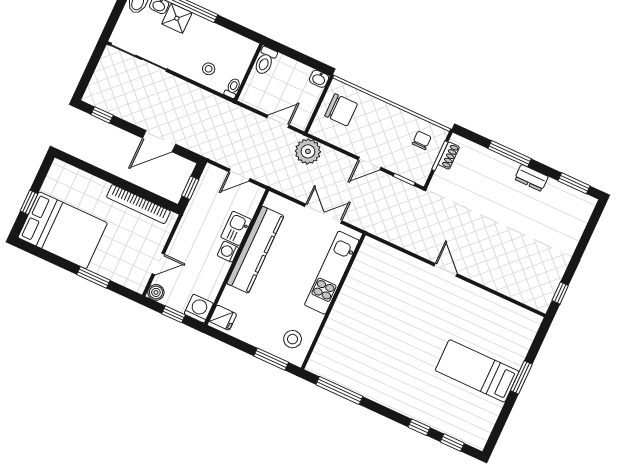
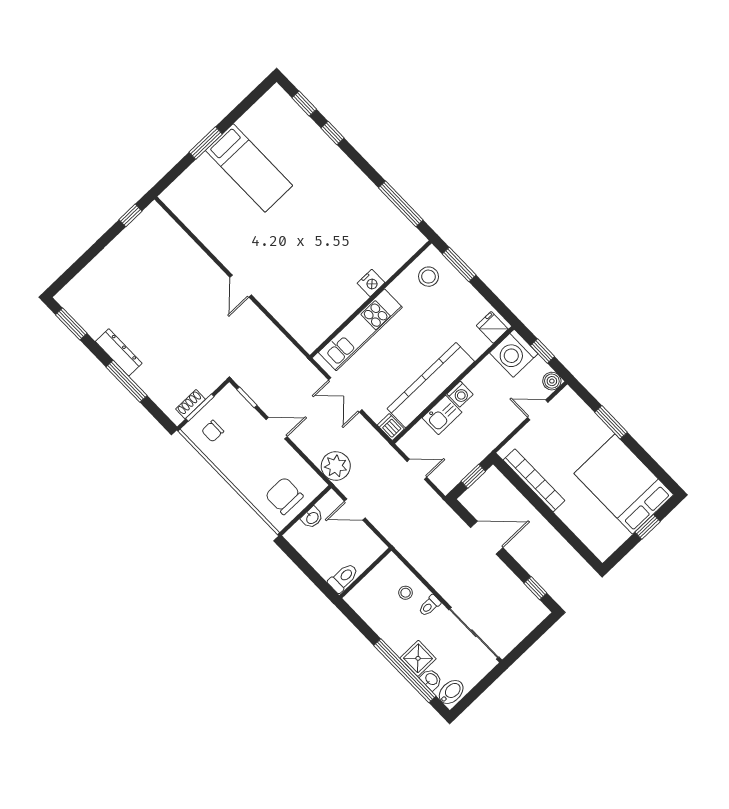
washbasin: (319, 79) -> (312, 518), moved, turned 90
toilet: (233, 88) -> (429, 606), moved
dresser: (531, 178) -> (119, 352), width x1.44
dishwasher: (275, 202) -> (391, 427), added
washing machine: (199, 309) -> (514, 353), width x1.37, depth x1.37
nightstand: (338, 315) -> (371, 283), added

